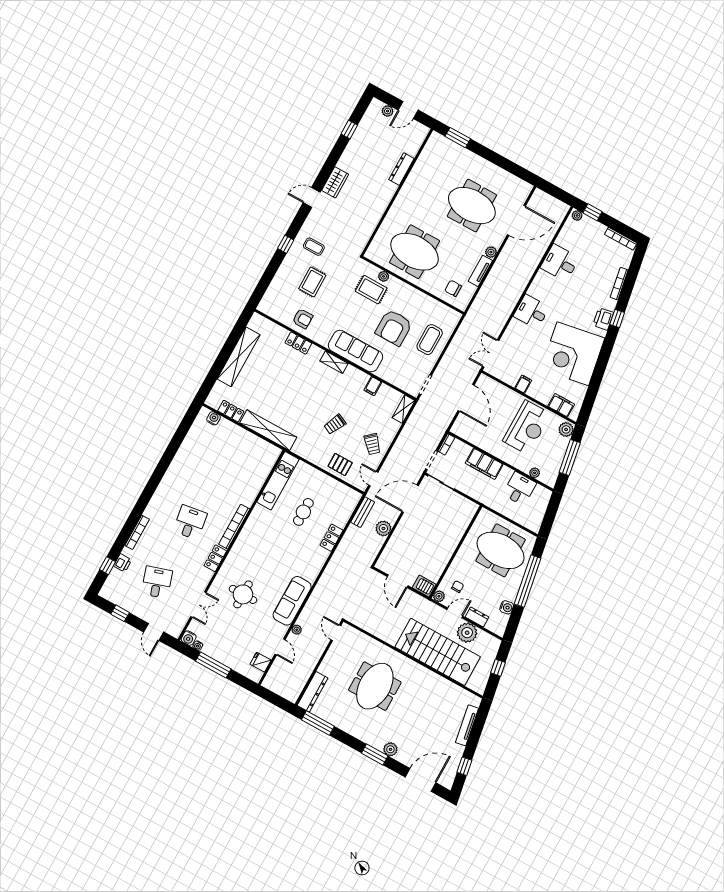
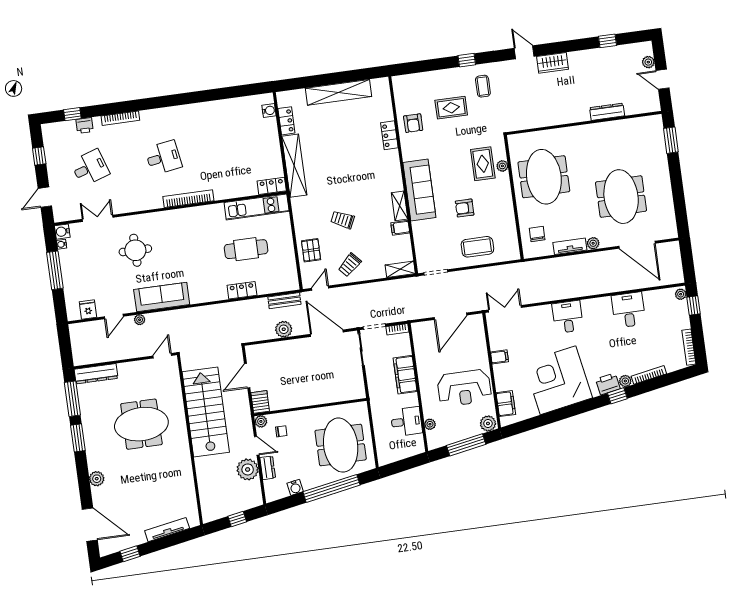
plant: (611, 304) -> (625, 381), added
armchair: (394, 328) -> (465, 208), width x0.53, depth x0.53
shelving: (334, 362) -> (400, 206), moved
cafe table: (303, 512) -> (246, 249), width x1.37, depth x1.35
locker: (215, 558) -> (272, 186), moved
double door: (198, 605) -> (98, 218), swing flipped
stairs: (438, 652) -> (206, 412), moved
window: (375, 754) -> (78, 438), moved

